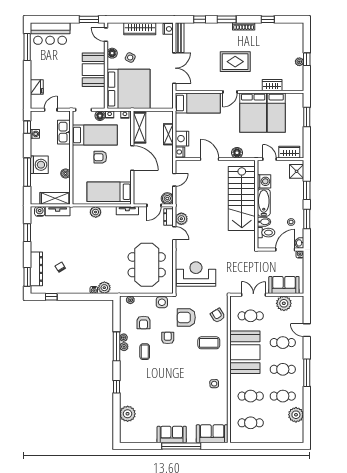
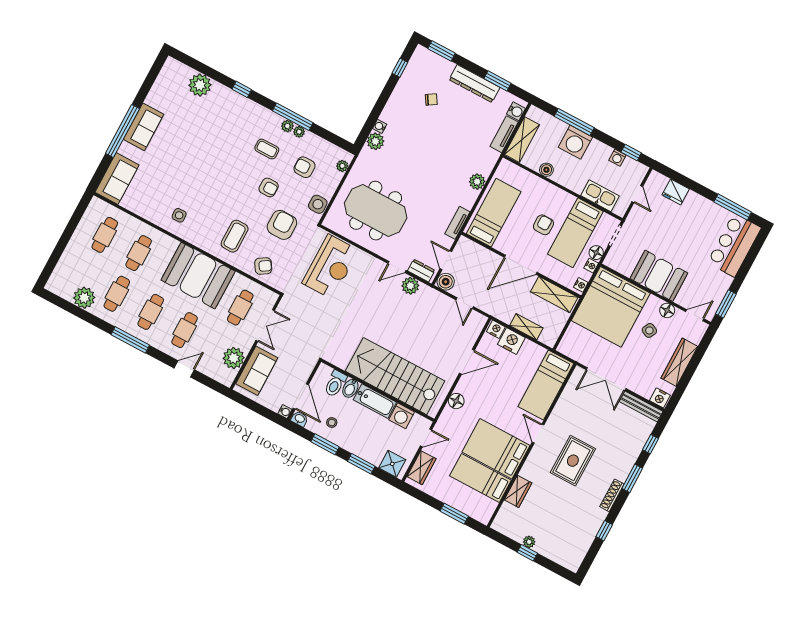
dresser: (36, 269) -> (474, 84), moved

